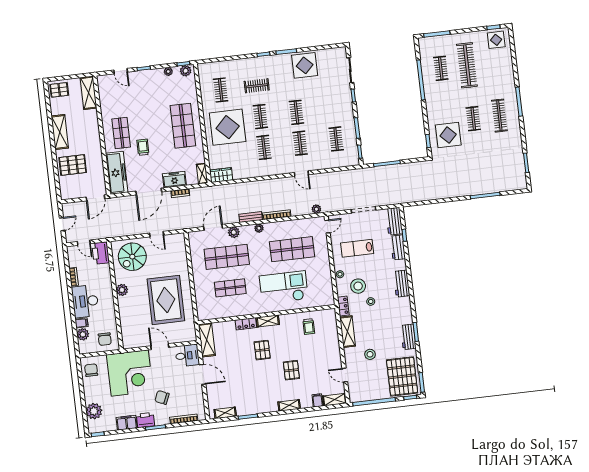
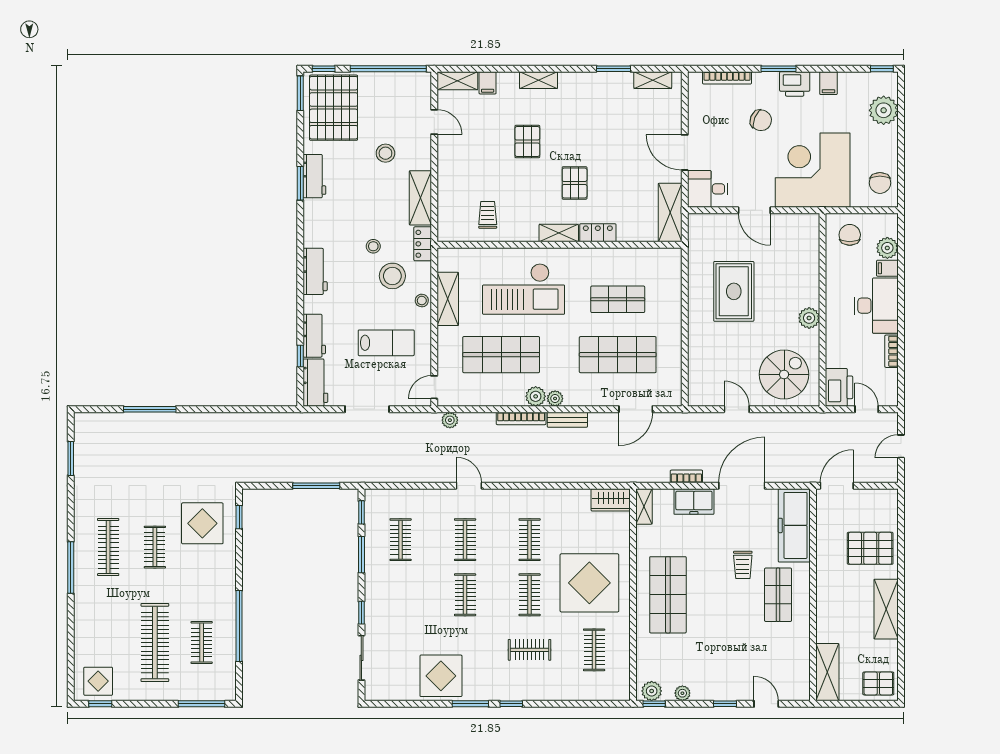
plant: (234, 232) -> (536, 396), moved
shelving: (326, 277) -> (448, 299), added
rug: (166, 300) -> (734, 291), width x0.73, depth x0.69
filing cabinet: (127, 423) -> (828, 83), width x0.50

